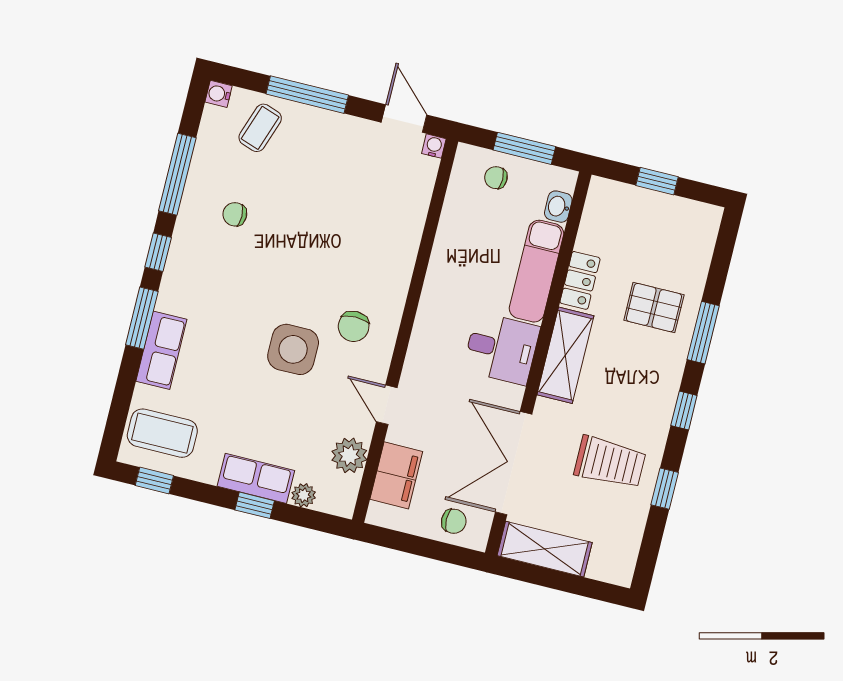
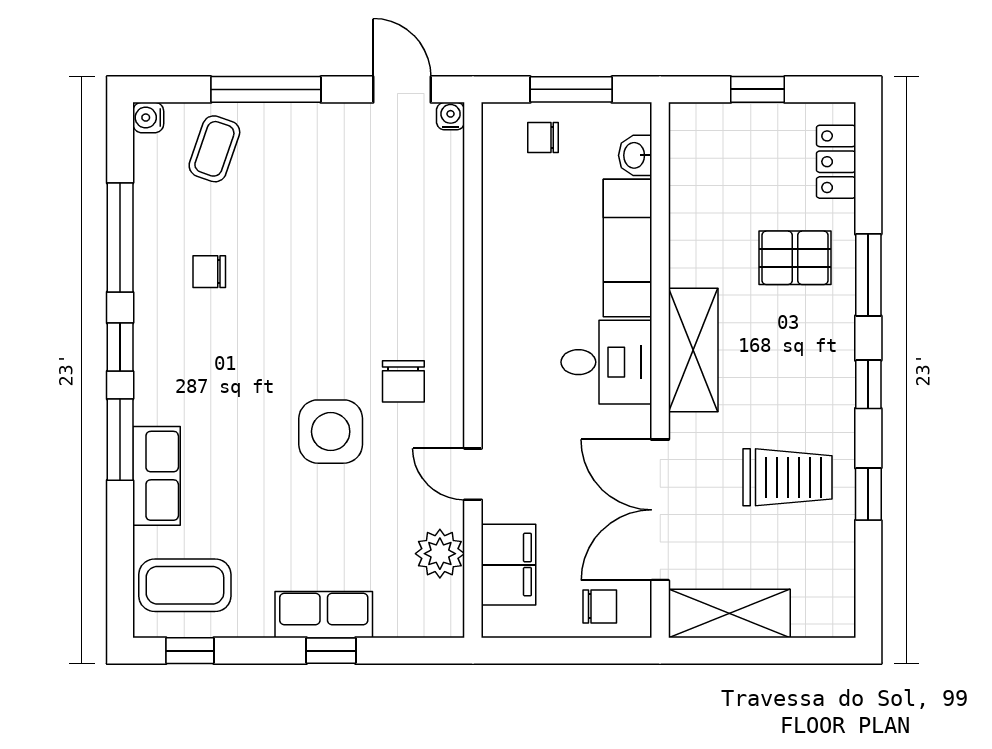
locker: (580, 280) -> (836, 162), moved, turned 180
plant: (304, 495) -> (392, 621), removed

